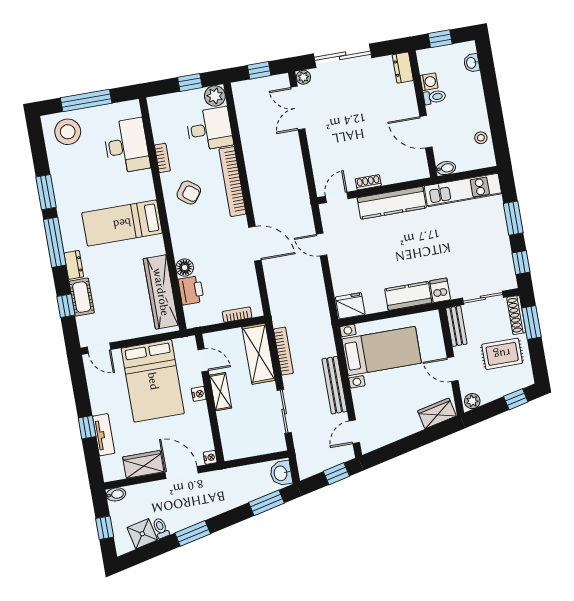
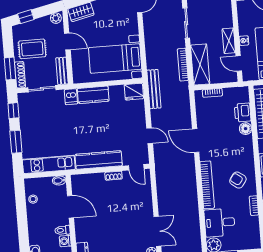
door: (337, 197) -> (136, 167), hinge flipped
bench: (335, 385) -> (154, 89), moved

